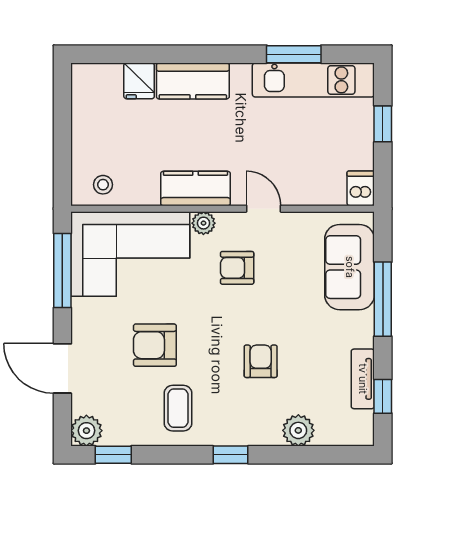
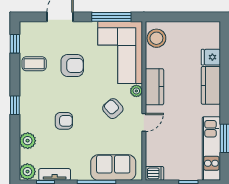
stool: (103, 185) -> (156, 38), width x1.89, depth x1.89
armchair: (237, 268) -> (113, 109), turned -42
armchair: (155, 345) -> (72, 65), turned 90
coffee table: (178, 408) -> (34, 64), moved
plant: (86, 431) -> (27, 172), moved

